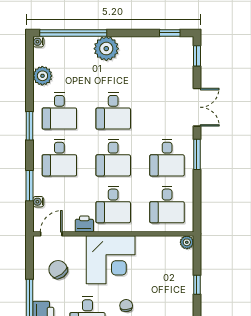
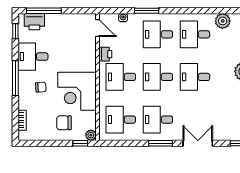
double door: (197, 107) -> (198, 143), swing flipped
window: (29, 126) -> (183, 11), removed
window: (29, 186) -> (147, 11), moved
corner desk: (111, 260) -> (77, 91), moved
chair: (58, 270) -> (64, 123), moved, turned -144
window: (197, 285) -> (80, 143), moved

